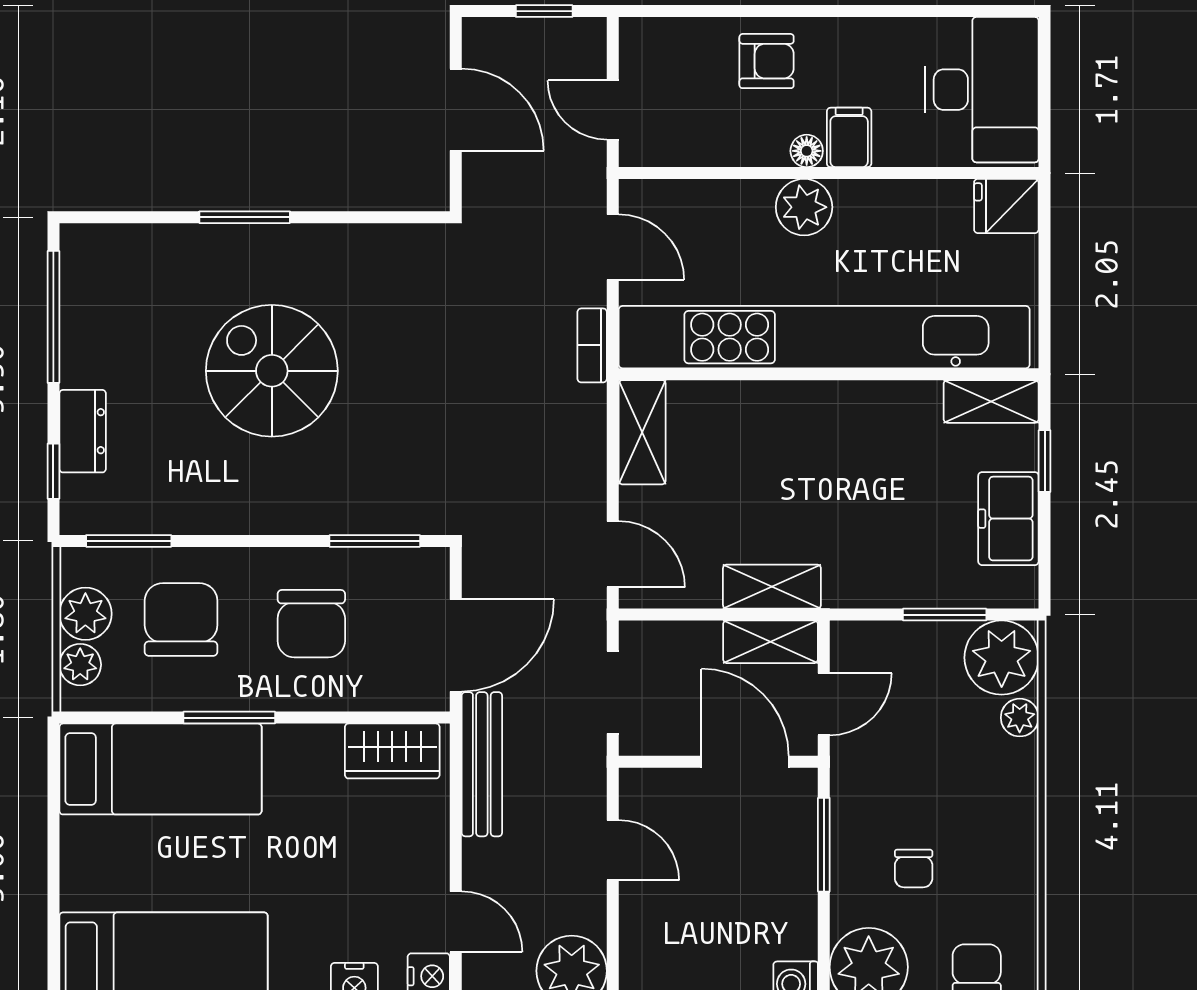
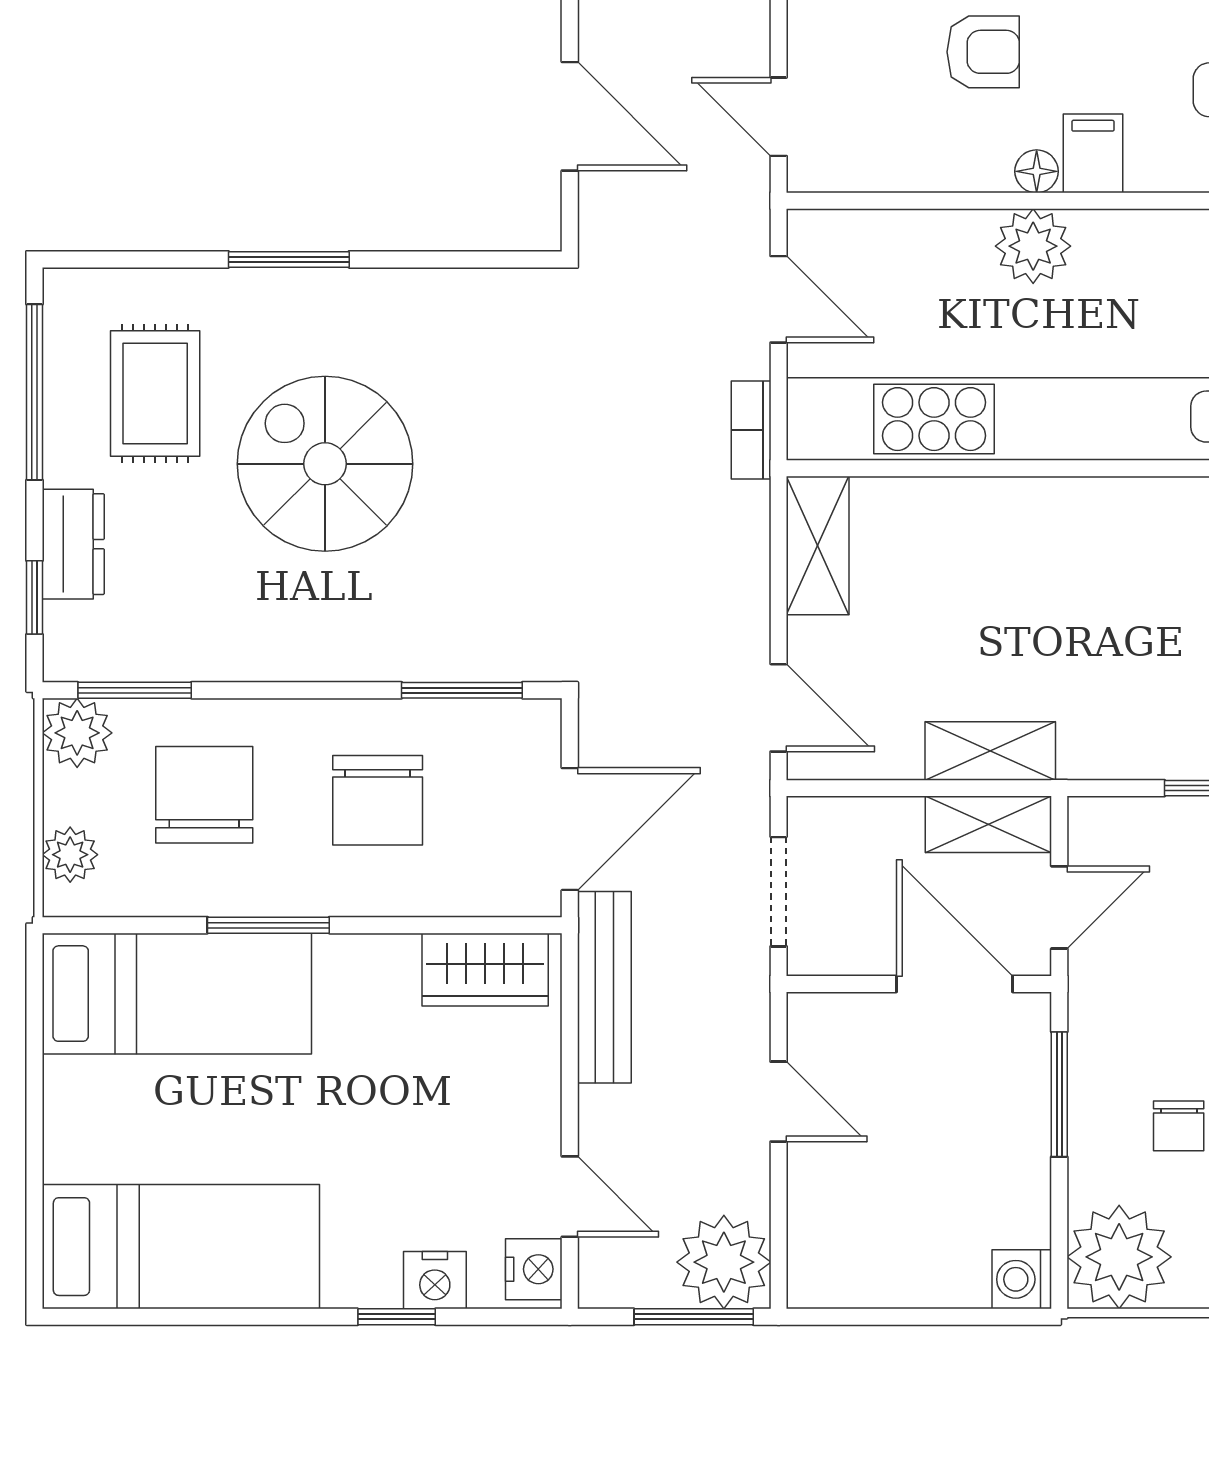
rug: (144, 318) -> (155, 393), added
plant: (85, 614) -> (77, 733), moved

